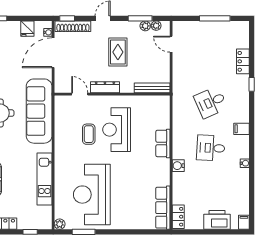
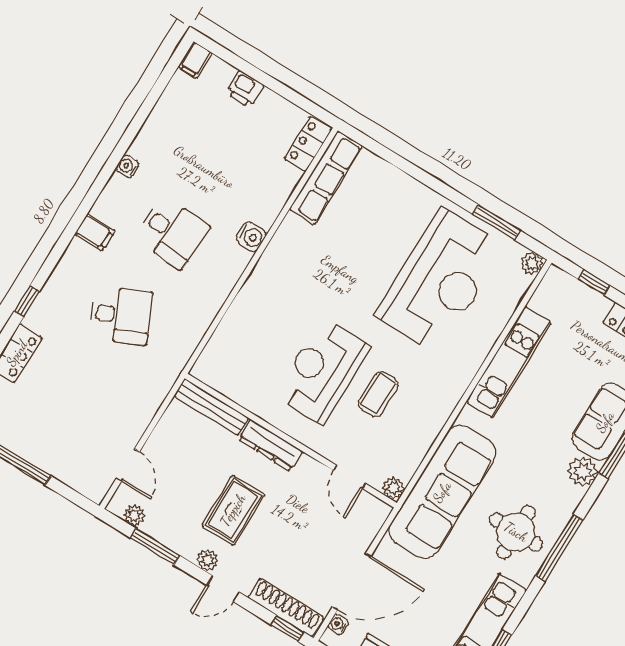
plant: (145, 26) -> (208, 560), moved
dresser: (105, 87) -> (270, 445), moved
plant: (59, 100) -> (393, 488), added
reception desk: (117, 130) -> (322, 371), turned 180
row of seats: (163, 143) -> (254, 294), removed
printer: (217, 220) -> (245, 89), width x0.53, depth x0.68

